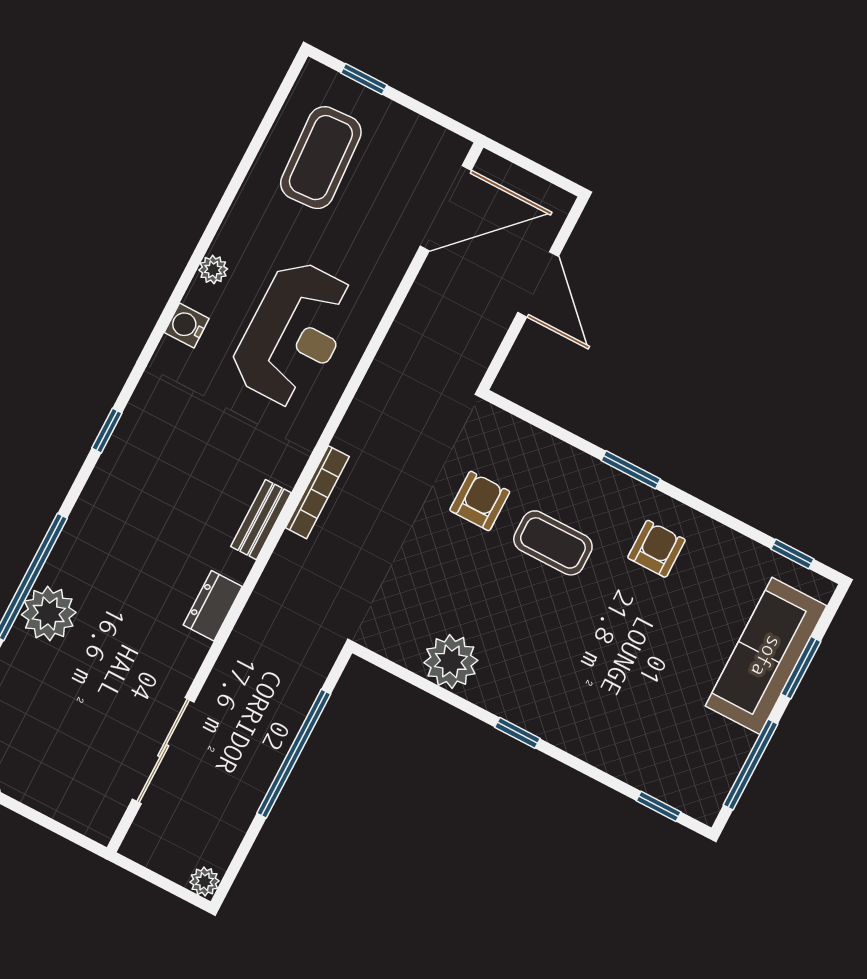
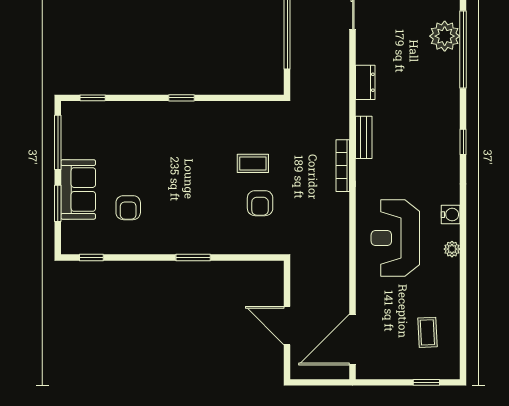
coffee table: (321, 158) -> (427, 332), width x0.54, depth x0.58
coffee table: (553, 543) -> (253, 163), moved, width x0.73, depth x0.77
armchair: (656, 549) -> (128, 208), moved
sofa: (766, 656) -> (78, 189), width x0.73
plant: (451, 661) -> (233, 116), removed

